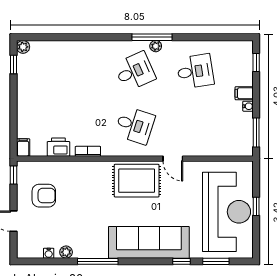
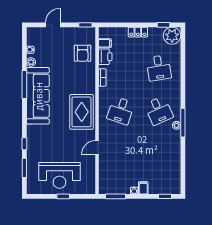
plant: (23, 47) -> (172, 36), width x1.88, depth x1.88
desk: (195, 71) -> (159, 68), moved
locker: (24, 101) -> (138, 32), added
filing cabinet: (23, 147) -> (105, 43), moved
door: (173, 159) -> (97, 148), moved
armchair: (44, 196) -> (83, 53), moved
reception desk: (227, 212) -> (59, 175), width x0.74, depth x0.77
sofa: (149, 242) -> (38, 96), moved

